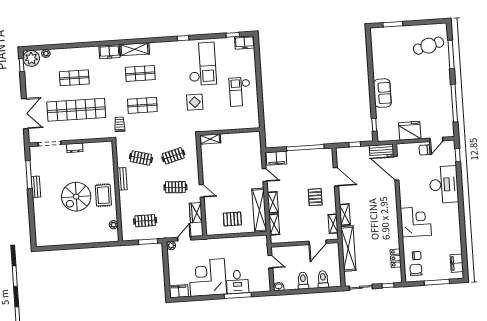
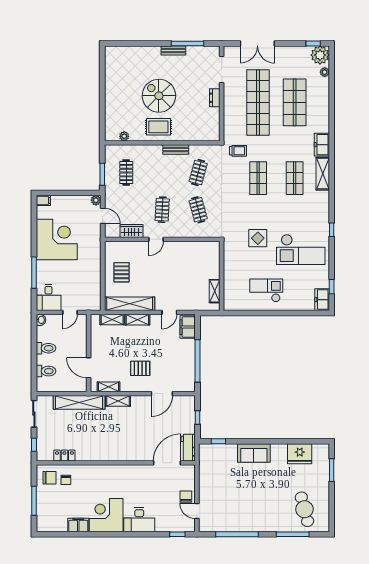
shop shelf: (74, 78) -> (295, 102), width x1.43, depth x1.36
fridge: (410, 131) -> (300, 454), moved, turned 90
shelving: (210, 139) -> (215, 291), moved
desk: (444, 185) -> (139, 520), width x0.73, depth x0.77
corner desk: (416, 222) -> (106, 515), moved, turned 180
filing cabinet: (457, 263) -> (78, 525), moved
desk: (237, 282) -> (49, 297), moved, turned -90
filing cabinet: (179, 291) -> (43, 200), width x0.50

